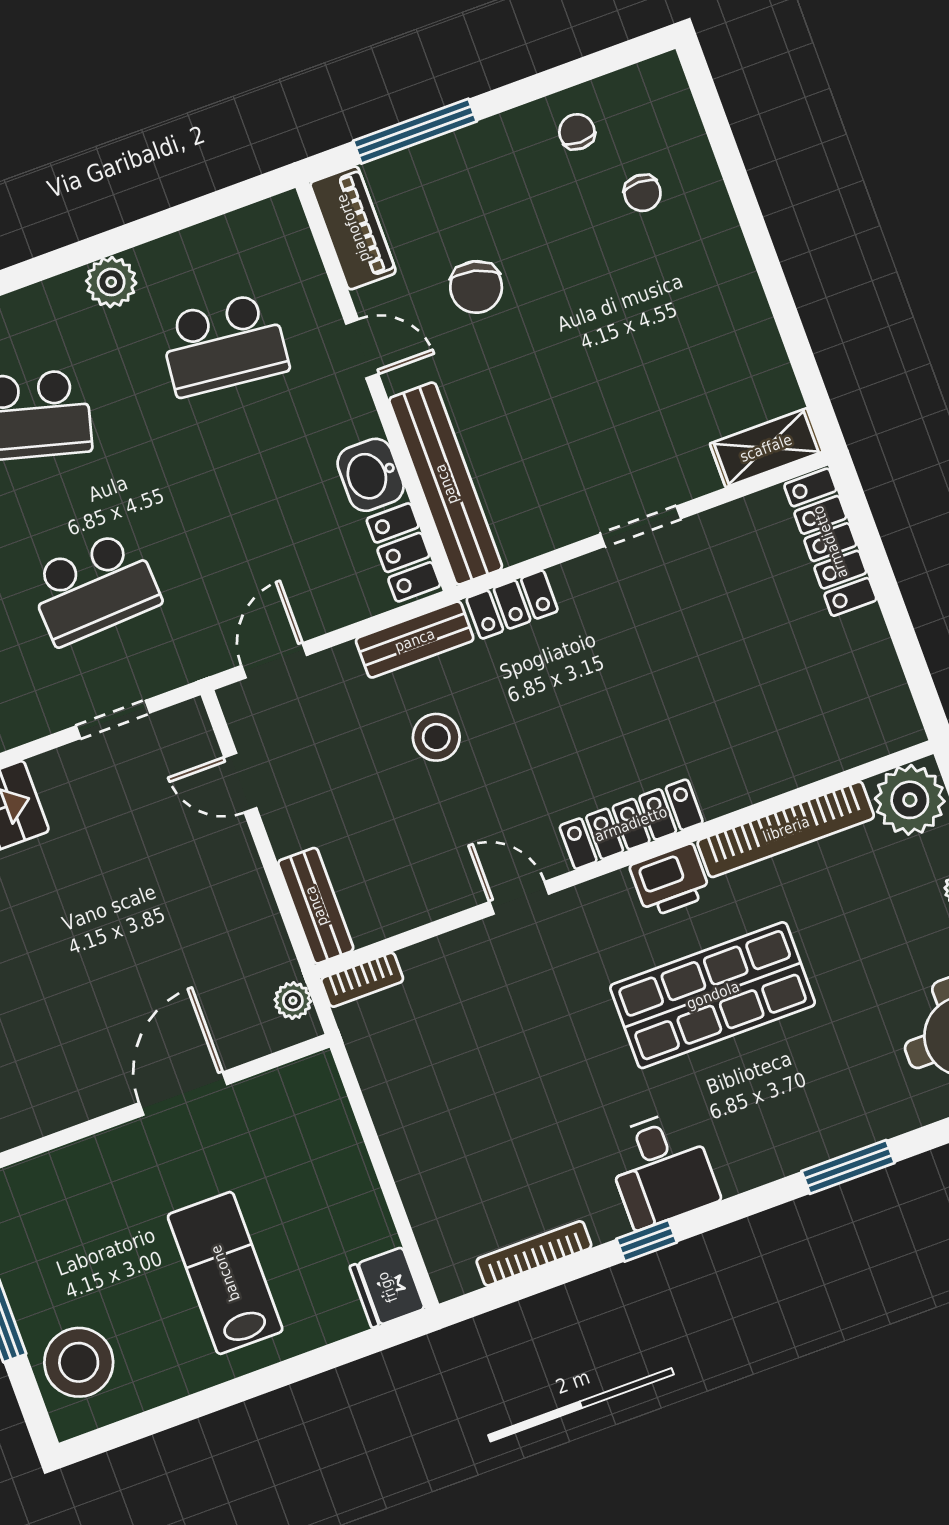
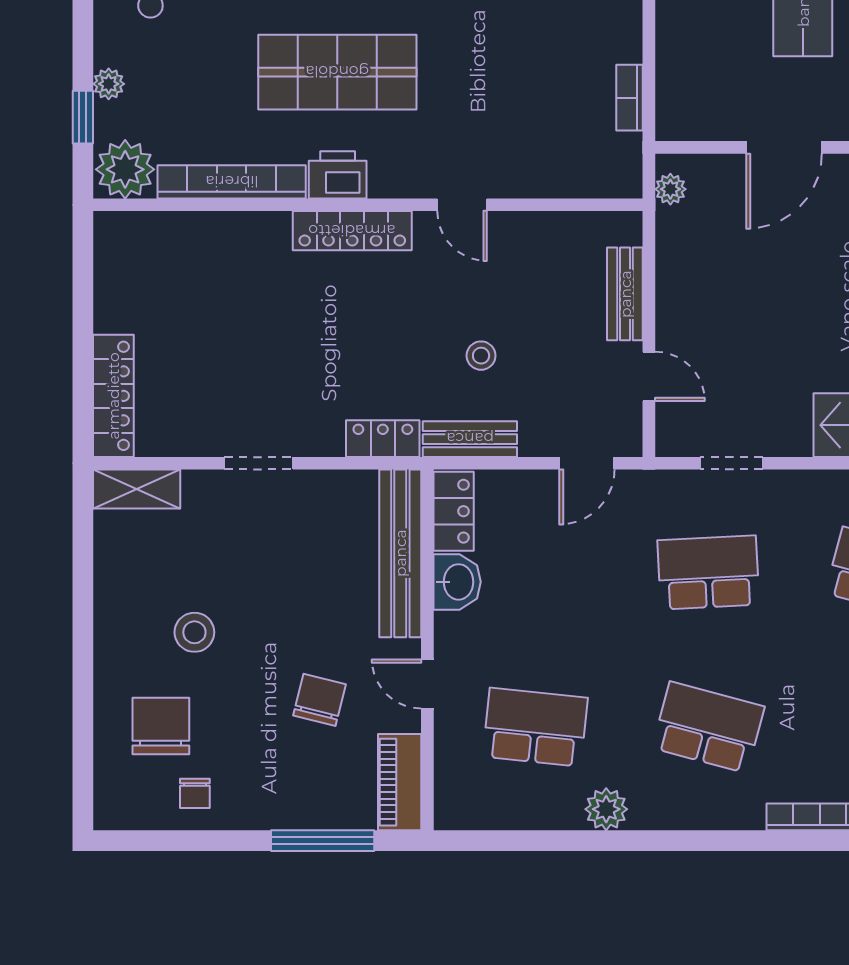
chair: (642, 193) -> (161, 726), width x1.87, depth x1.87
stool: (643, 311) -> (194, 632), added
stool: (436, 737) -> (481, 356), width x0.73, depth x0.73
bench: (316, 906) -> (625, 294), moved
bookcase: (362, 980) -> (630, 98), moved, turned -90

